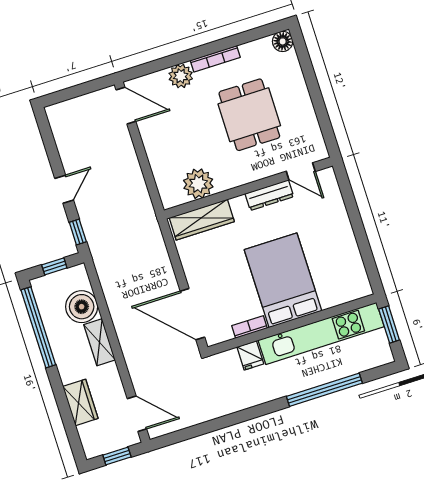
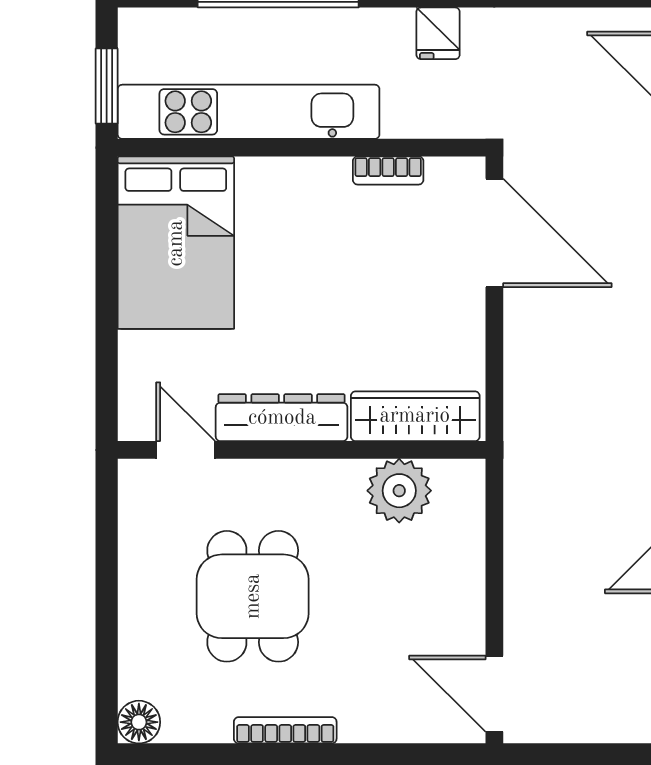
plant: (181, 76) -> (366, 718), removed
dresser: (269, 195) -> (282, 418), width x1.37, depth x1.24
bed: (283, 280) -> (176, 243), moved
fridge: (250, 355) -> (438, 33), moved, turned 180

